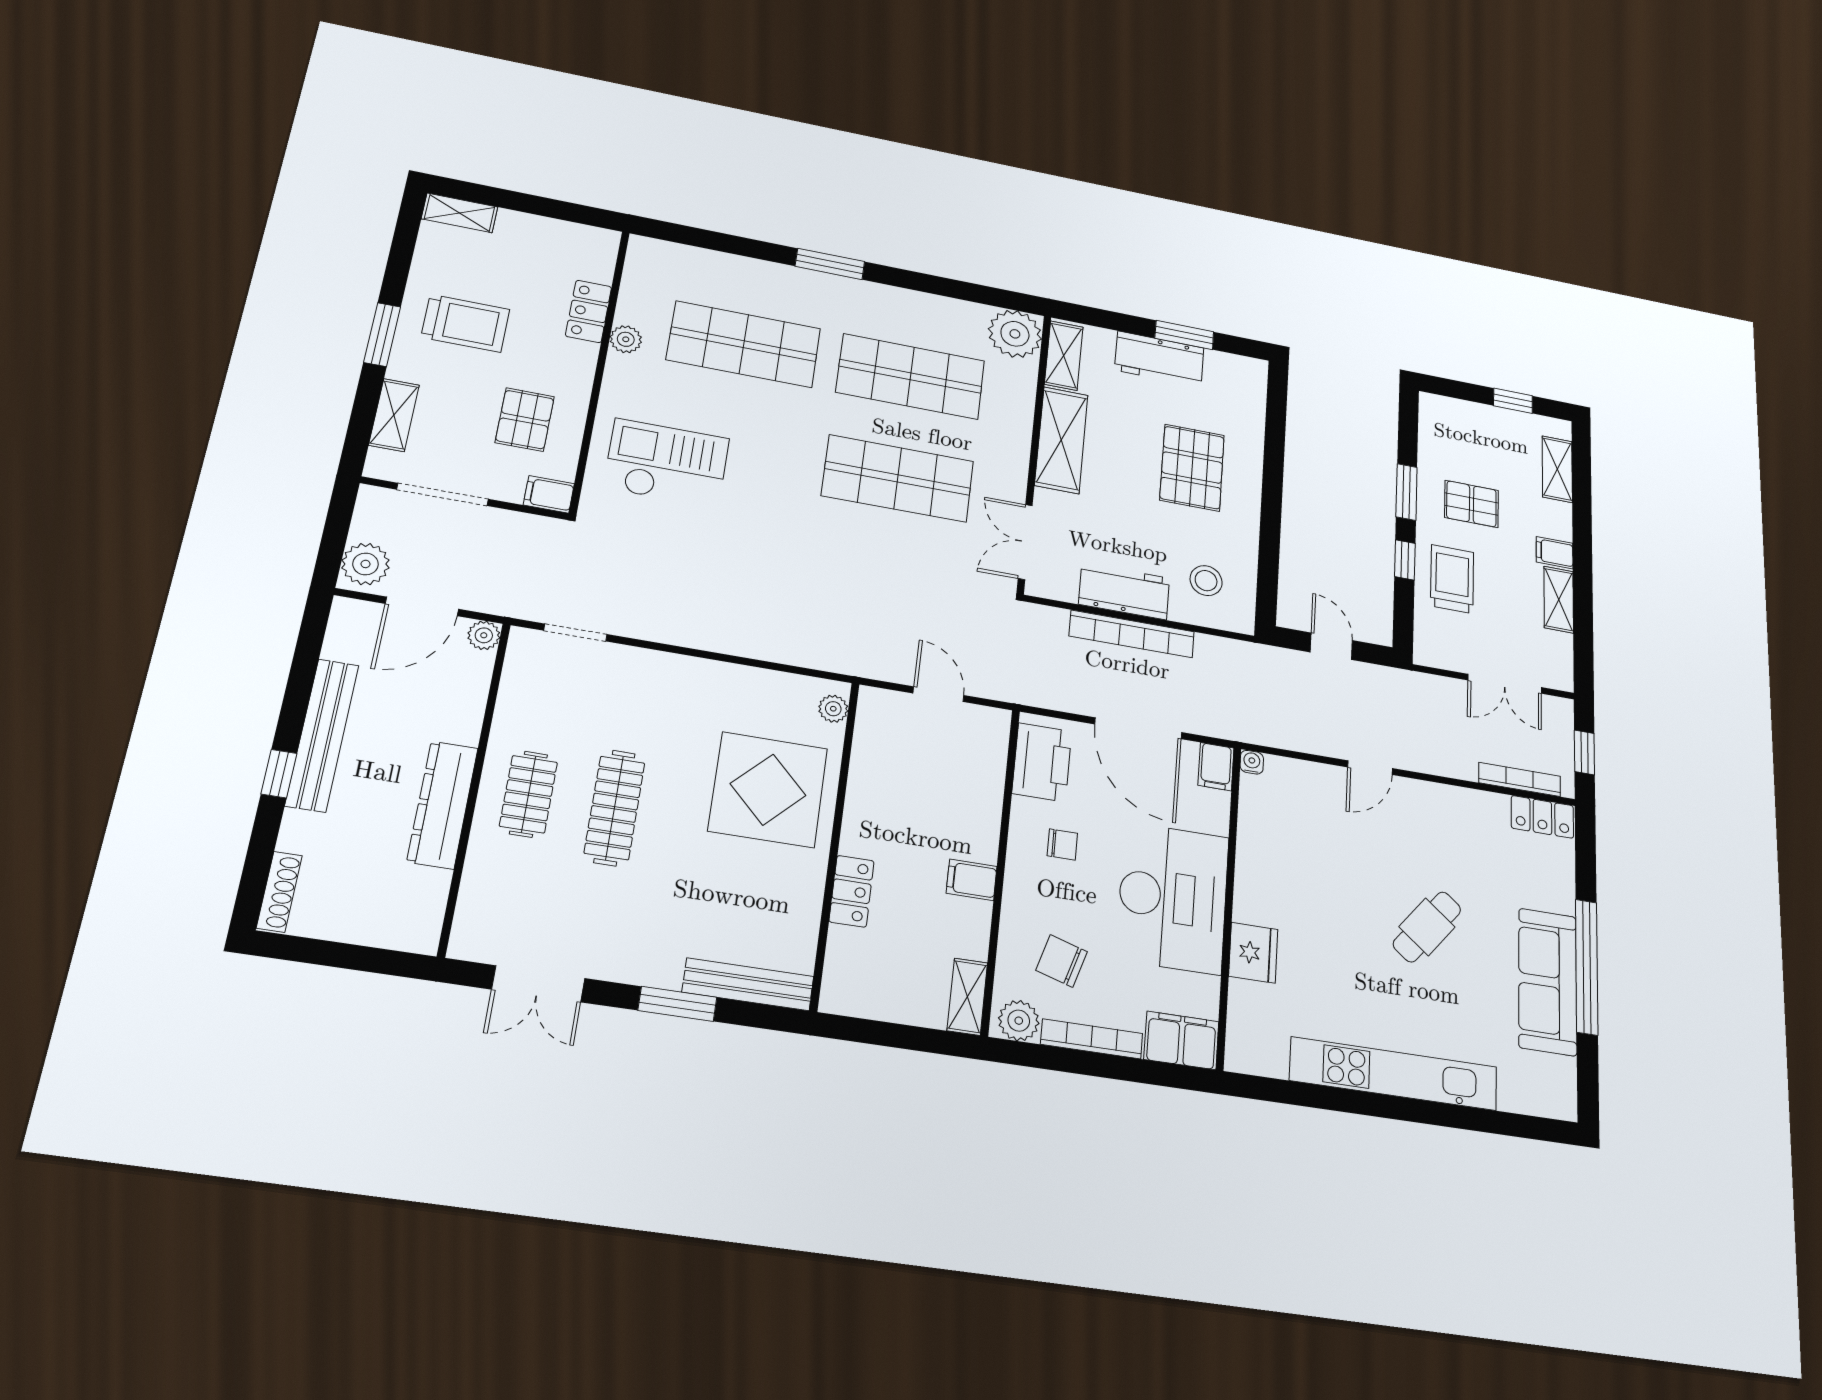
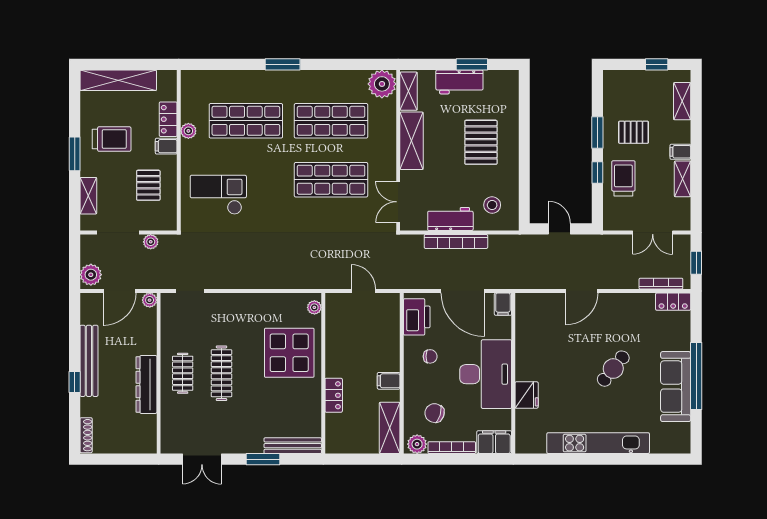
shelving: (460, 213) -> (118, 80), width x2.20, depth x1.33
filing cabinet: (549, 494) -> (166, 146), moved
plant: (509, 524) -> (151, 242), added
water cooler: (1252, 762) -> (521, 299), removed
door: (1370, 768) -> (582, 291), width x1.38
shelving: (967, 997) -> (390, 428), width x1.50, depth x1.33

